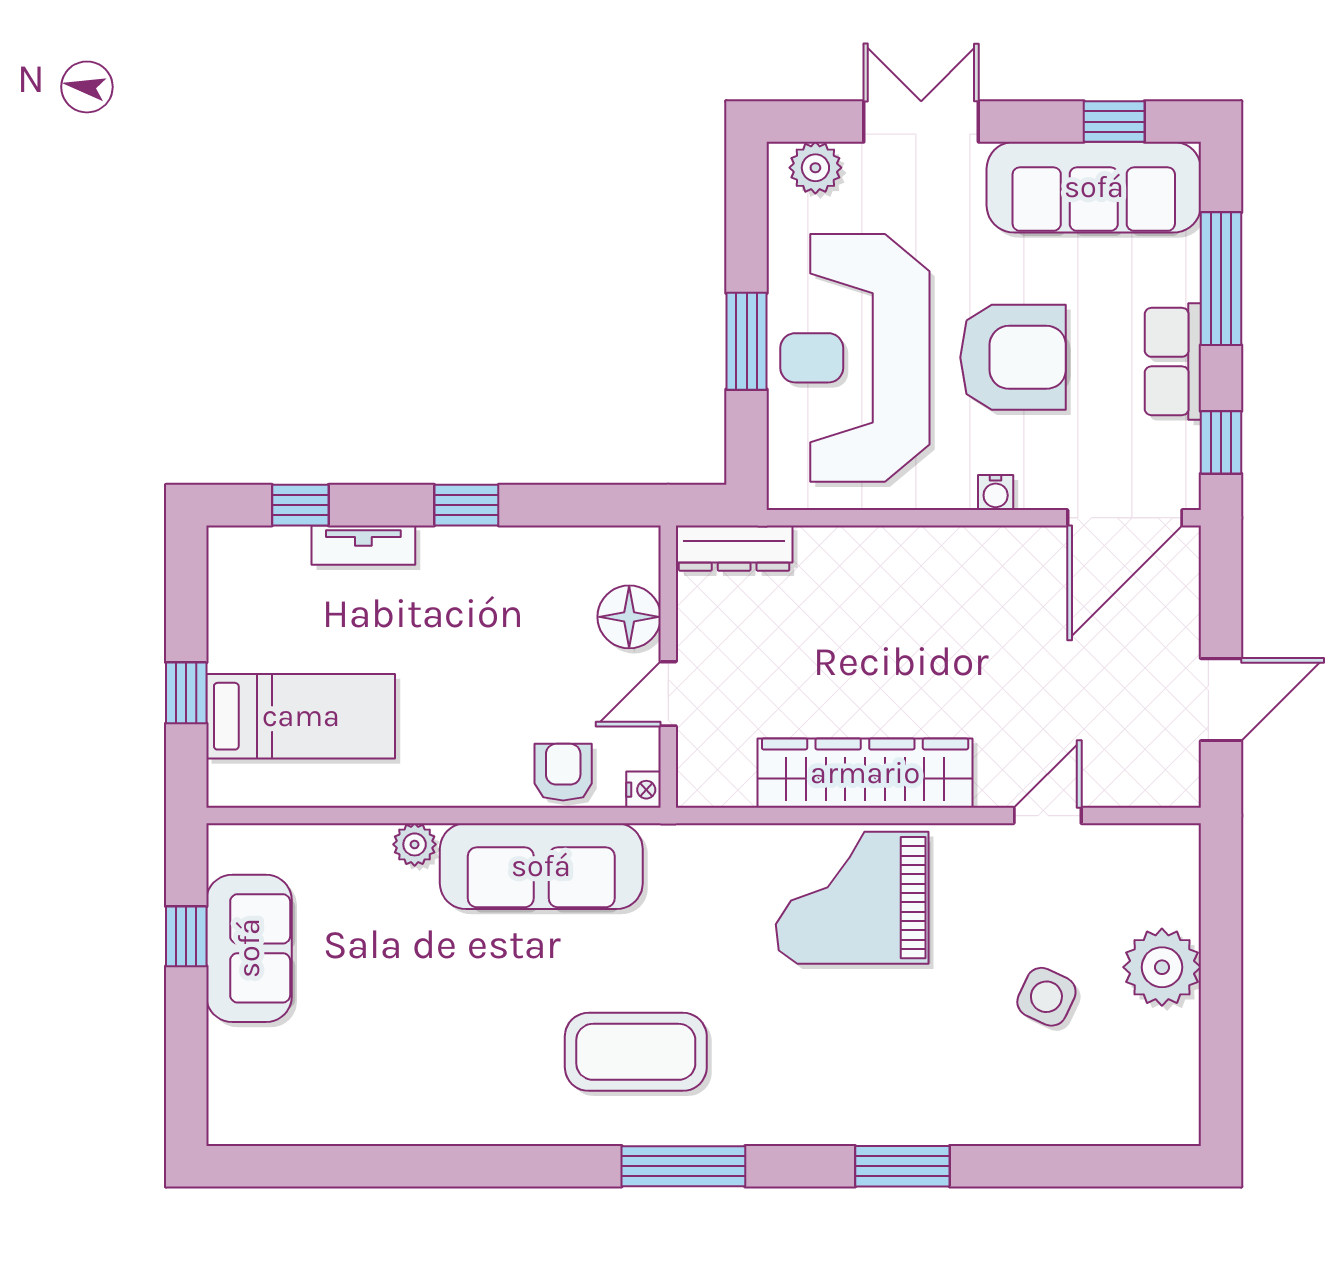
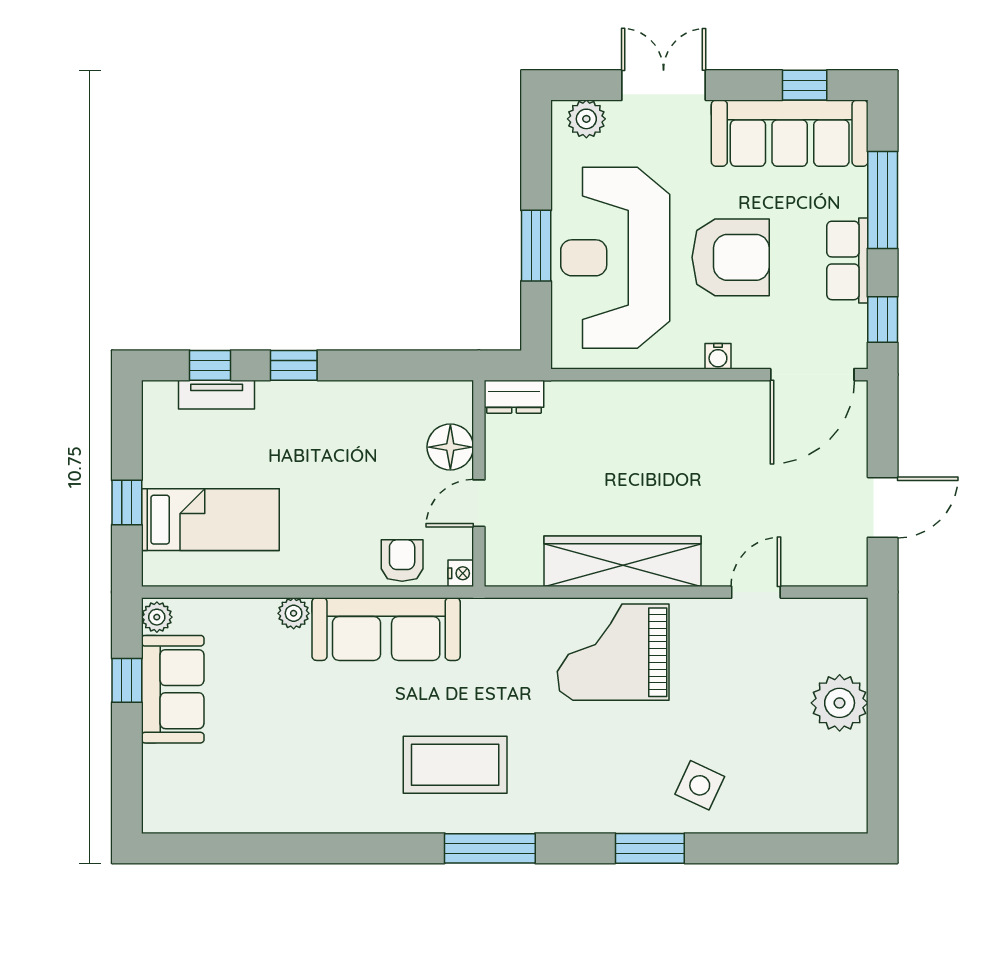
window: (466, 505) -> (294, 365), moved
tv unit: (363, 545) -> (217, 395), moved
dresser: (734, 548) -> (514, 397), width x0.70
plant: (227, 850) -> (157, 617), added
side table: (1046, 997) -> (700, 785), moved

